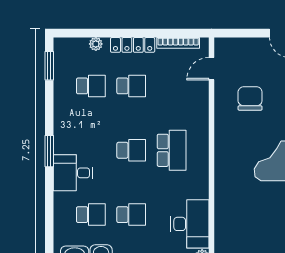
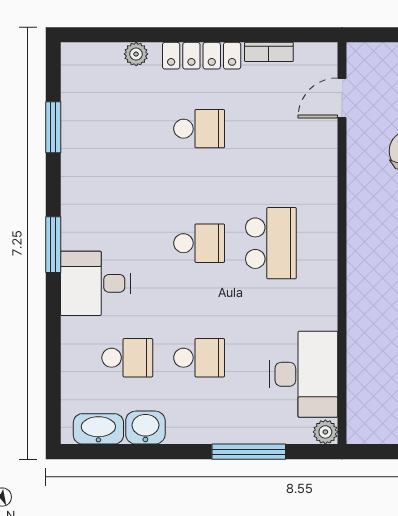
bookcase: (178, 43) -> (269, 52), width x0.64
window: (49, 66) -> (53, 127), moved
school desk: (91, 86) -> (127, 129), removed

